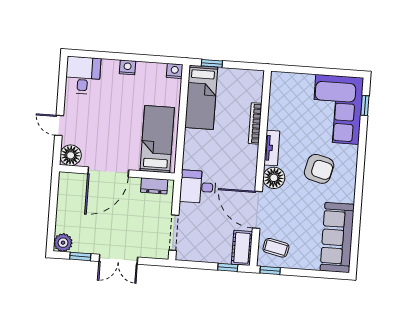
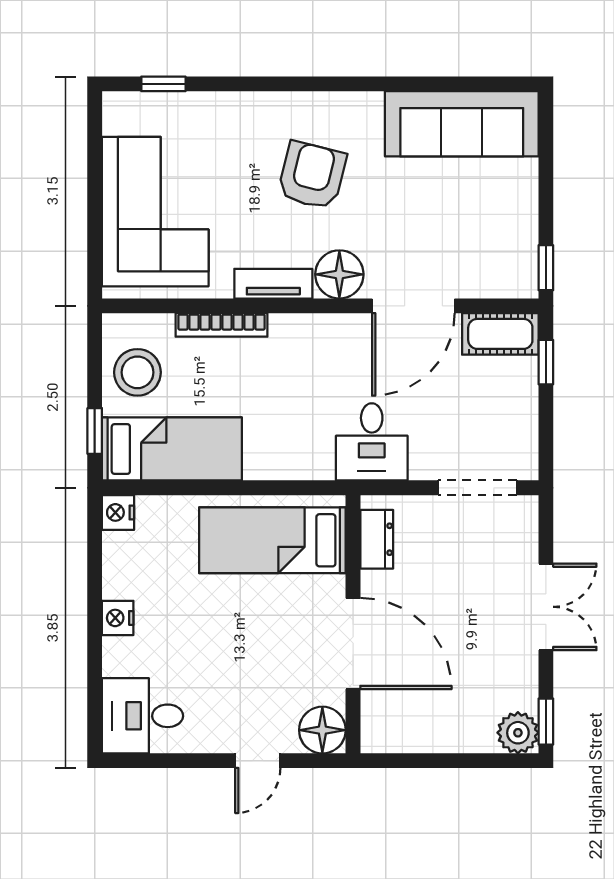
stool: (237, 84) -> (137, 372), added
corner sofa: (337, 109) -> (155, 212), moved, turned -90
coffee table: (276, 248) -> (494, 258), removed
window: (80, 256) -> (546, 722), moved

